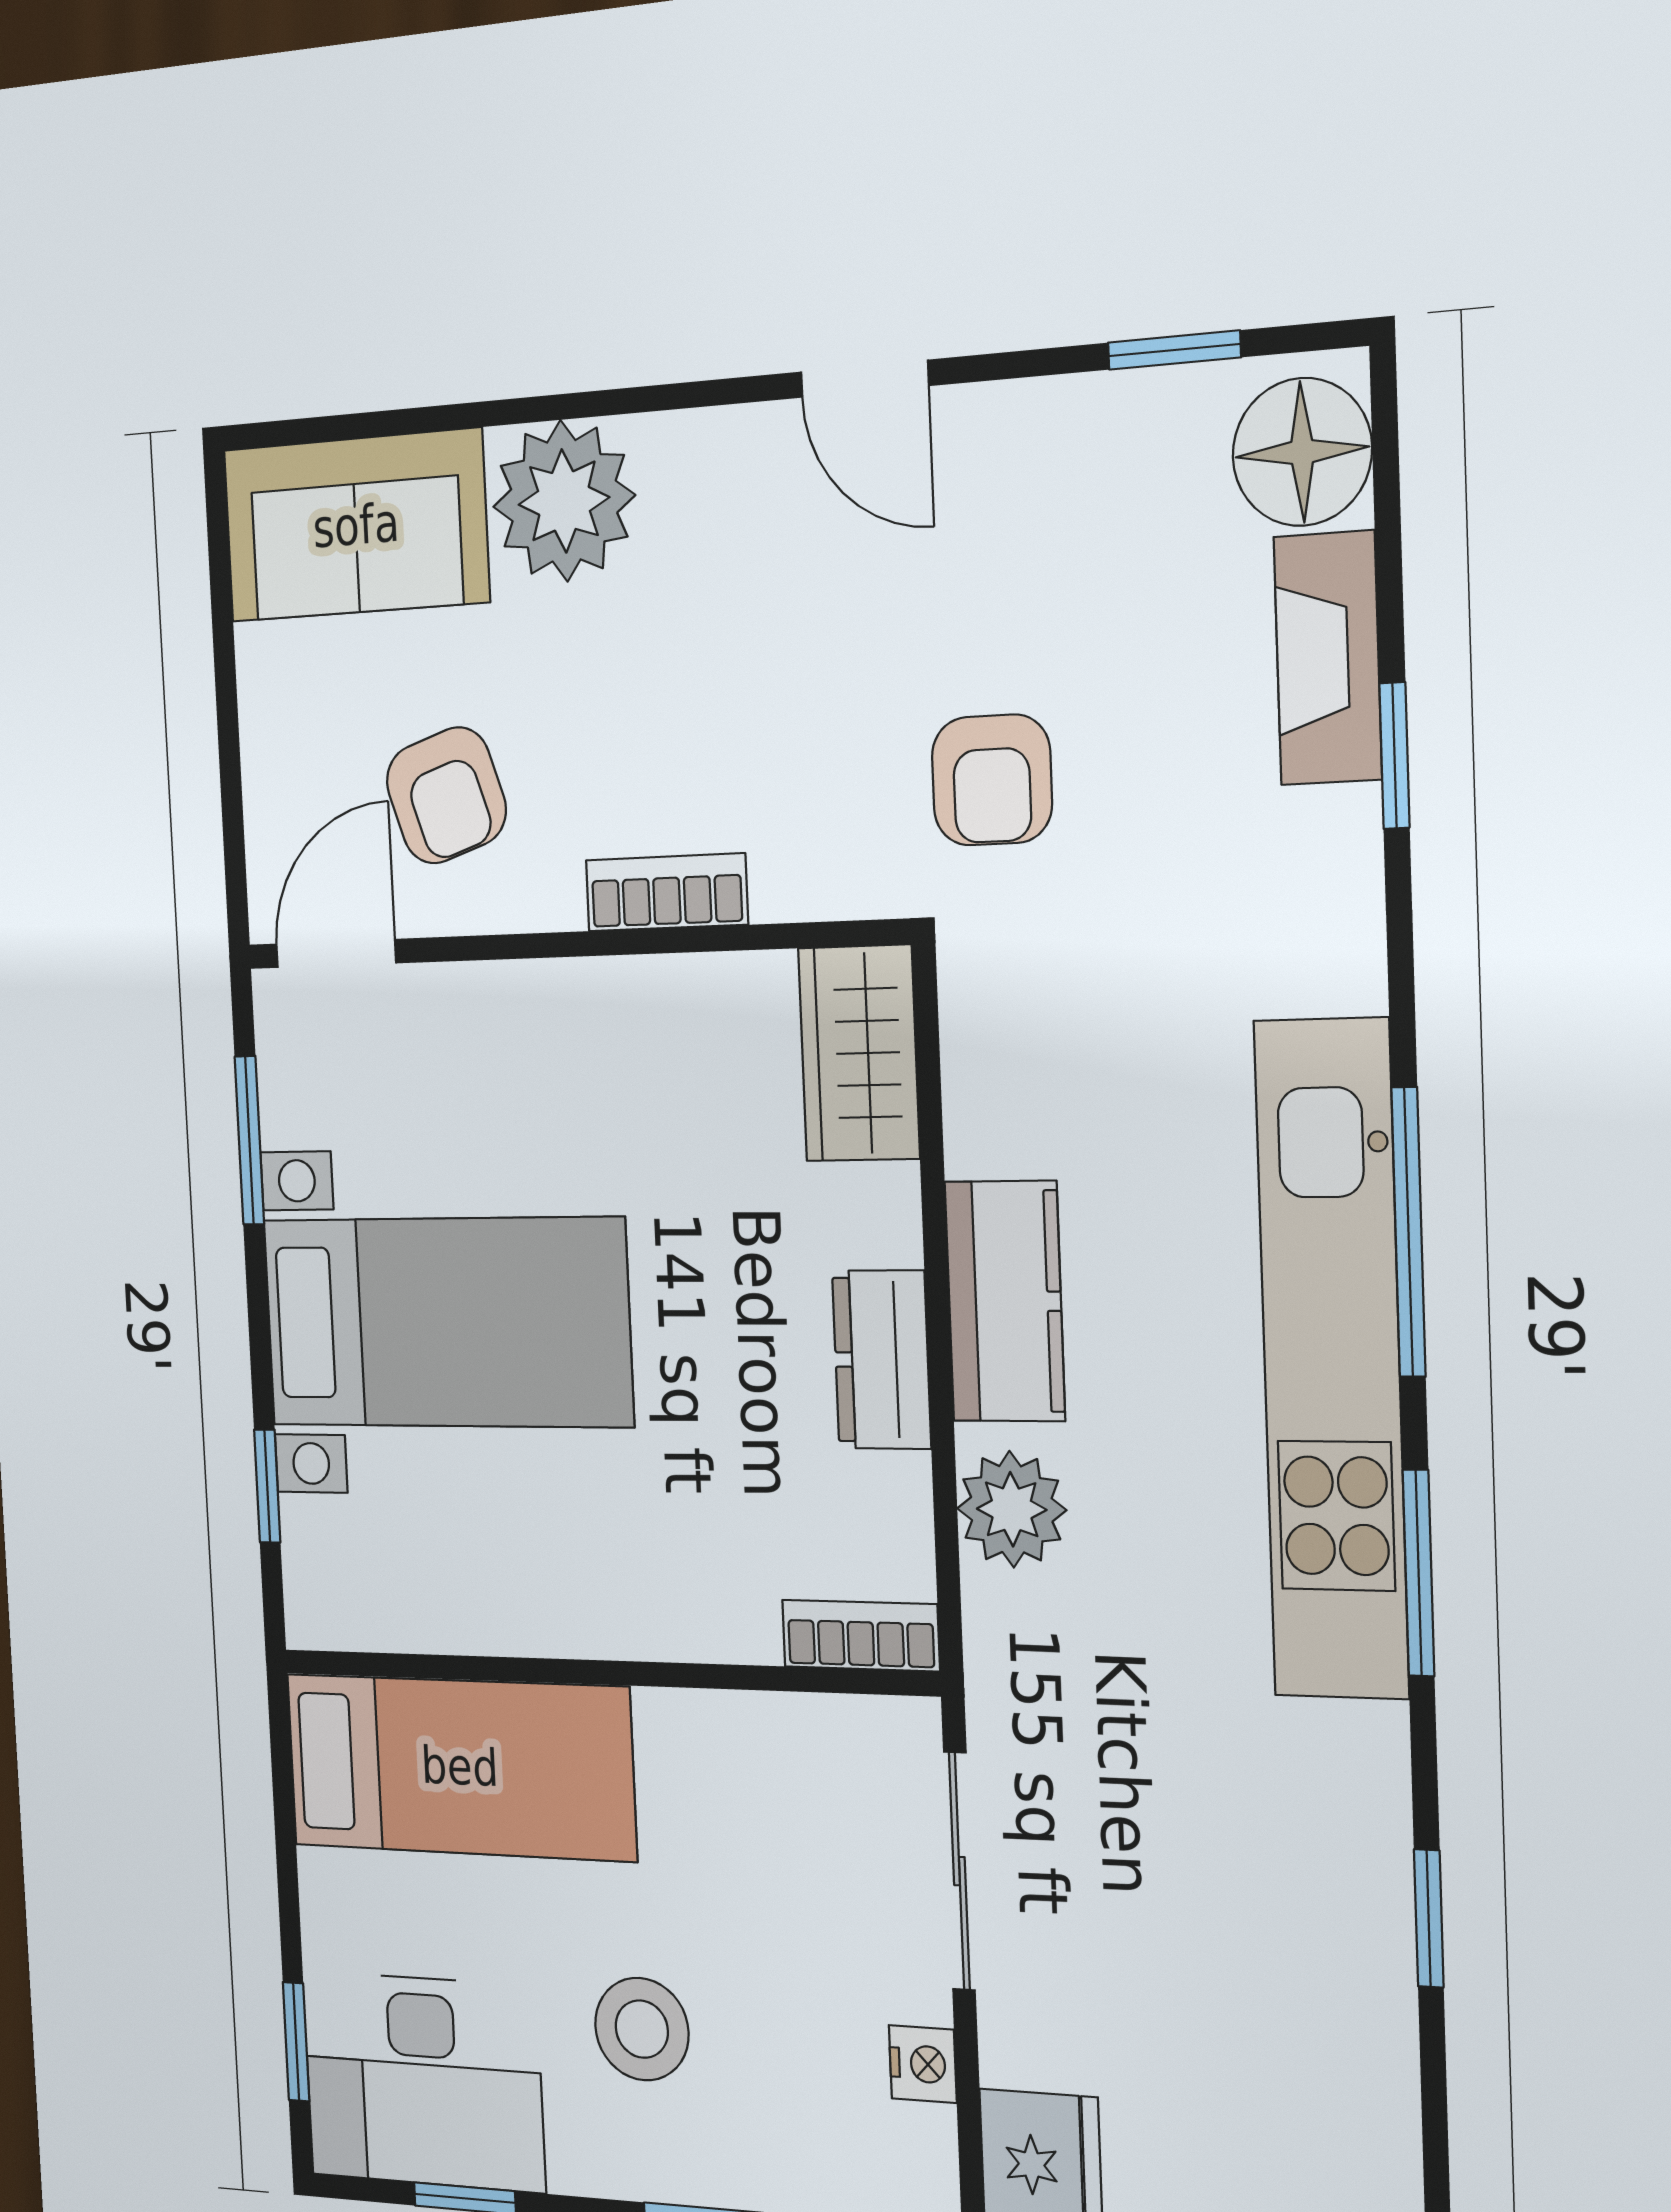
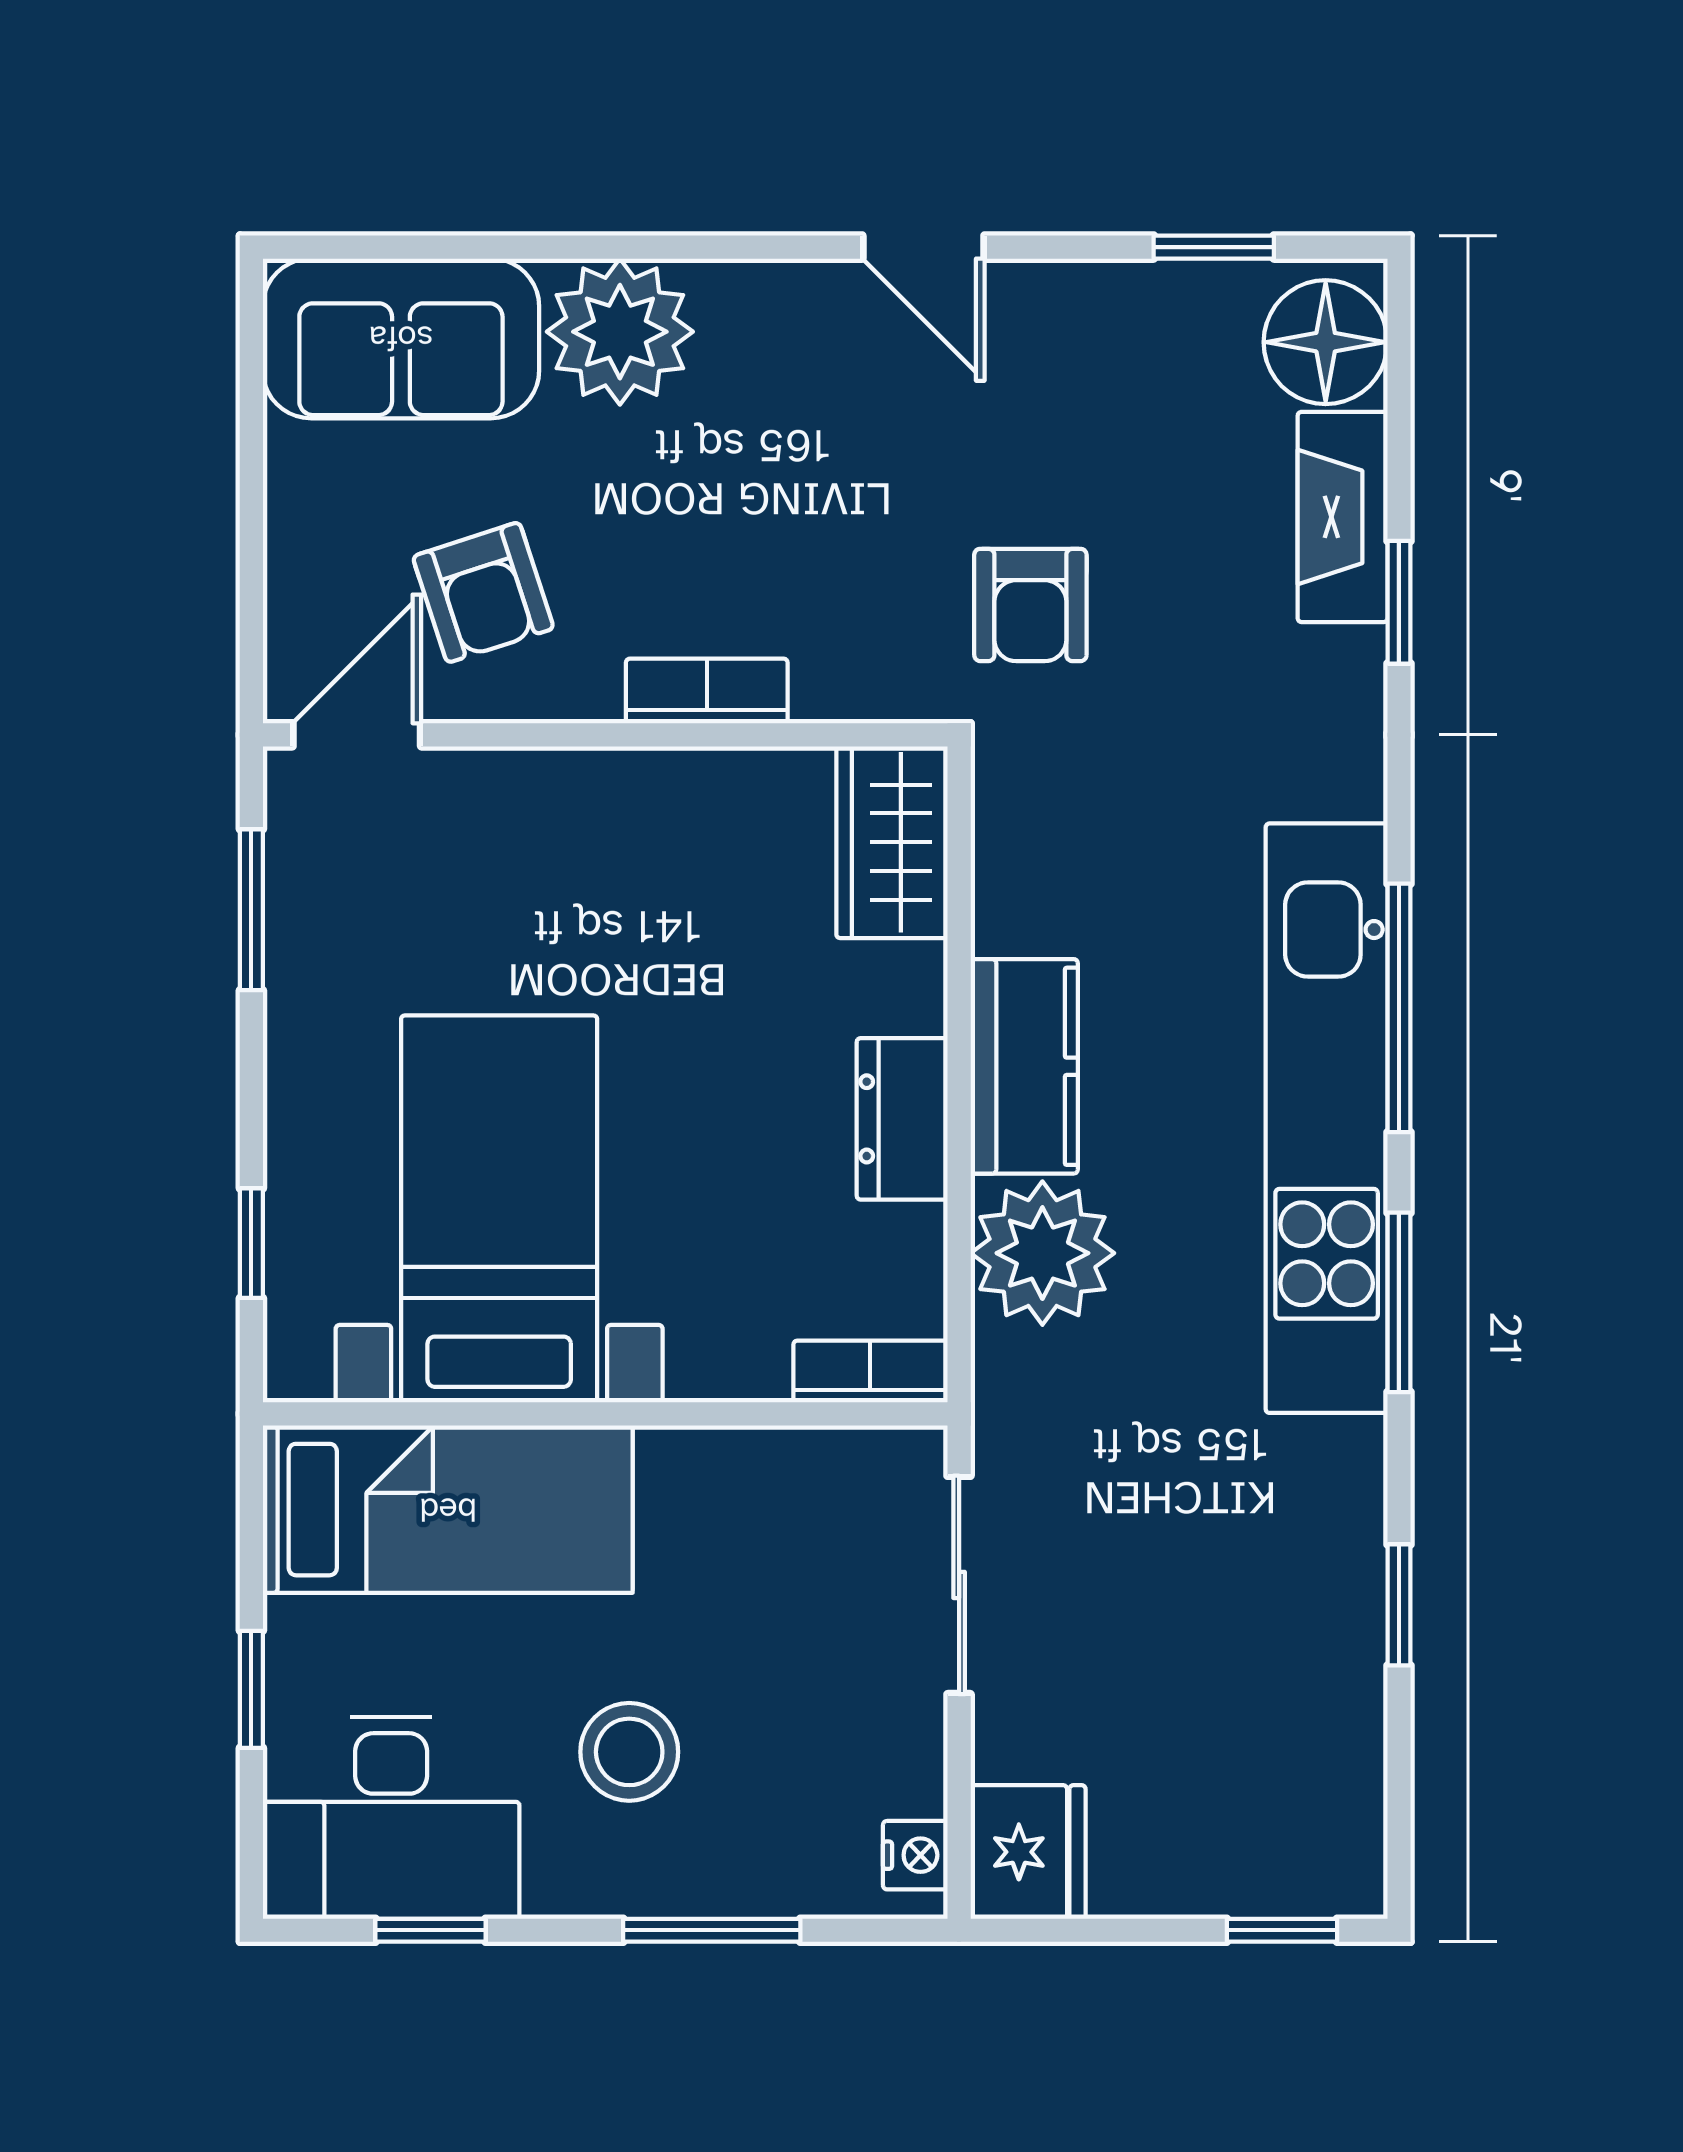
bed with nightstands: (446, 1322) -> (499, 1209), moved, turned -90
plant: (1012, 1509) -> (1042, 1253), width x1.36, depth x1.36
window: (296, 2042) -> (251, 1689), moved
nightstand: (923, 2064) -> (915, 1855), moved

